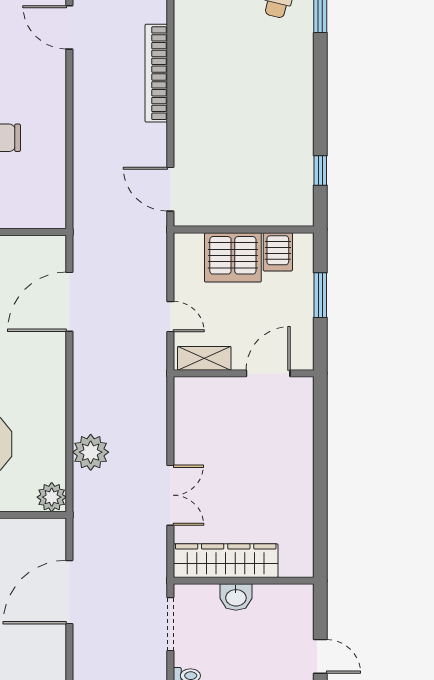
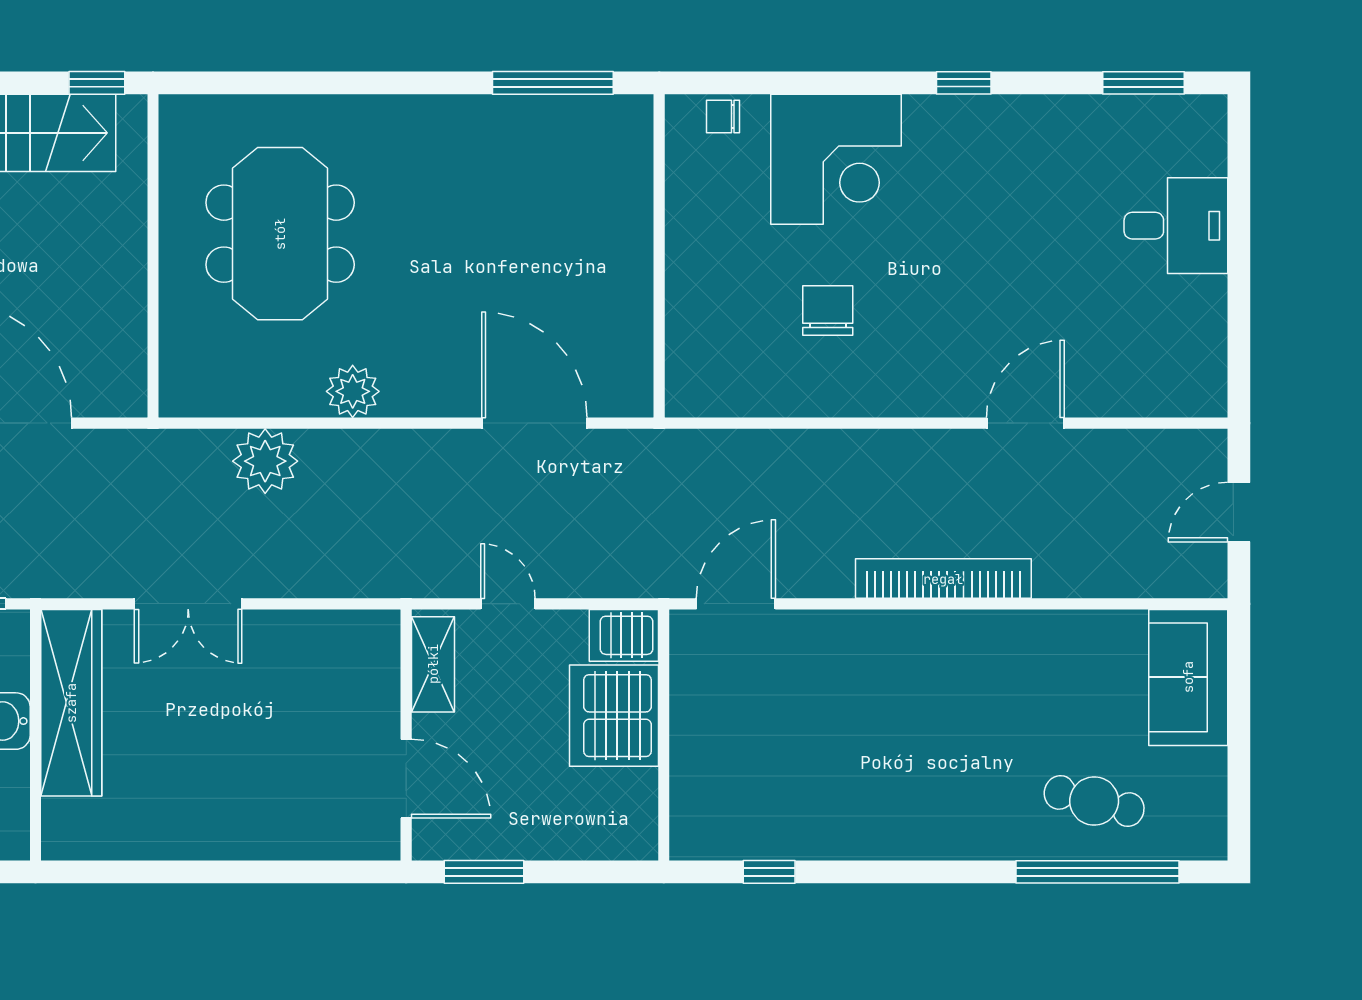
server rack: (278, 252) -> (624, 635), moved
window: (320, 295) -> (484, 872), moved
door: (170, 317) -> (508, 604), swing flipped
plant: (52, 497) -> (353, 391), moved

